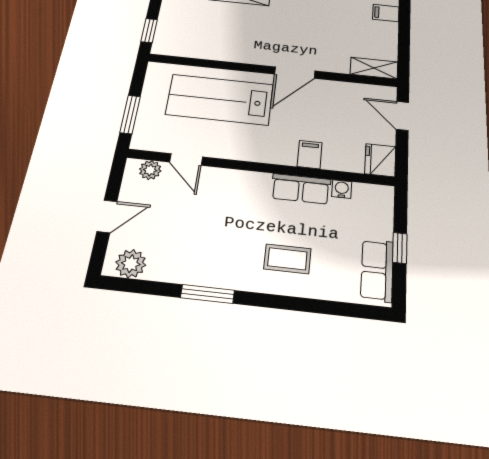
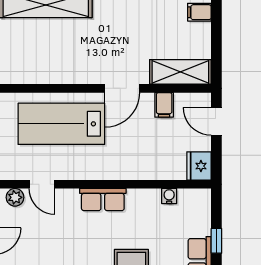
shelving: (374, 68) -> (180, 72), width x1.50, depth x1.33
filing cabinet: (310, 155) -> (164, 105), moved, turned 180
row of seats: (301, 189) -> (103, 200), moved

